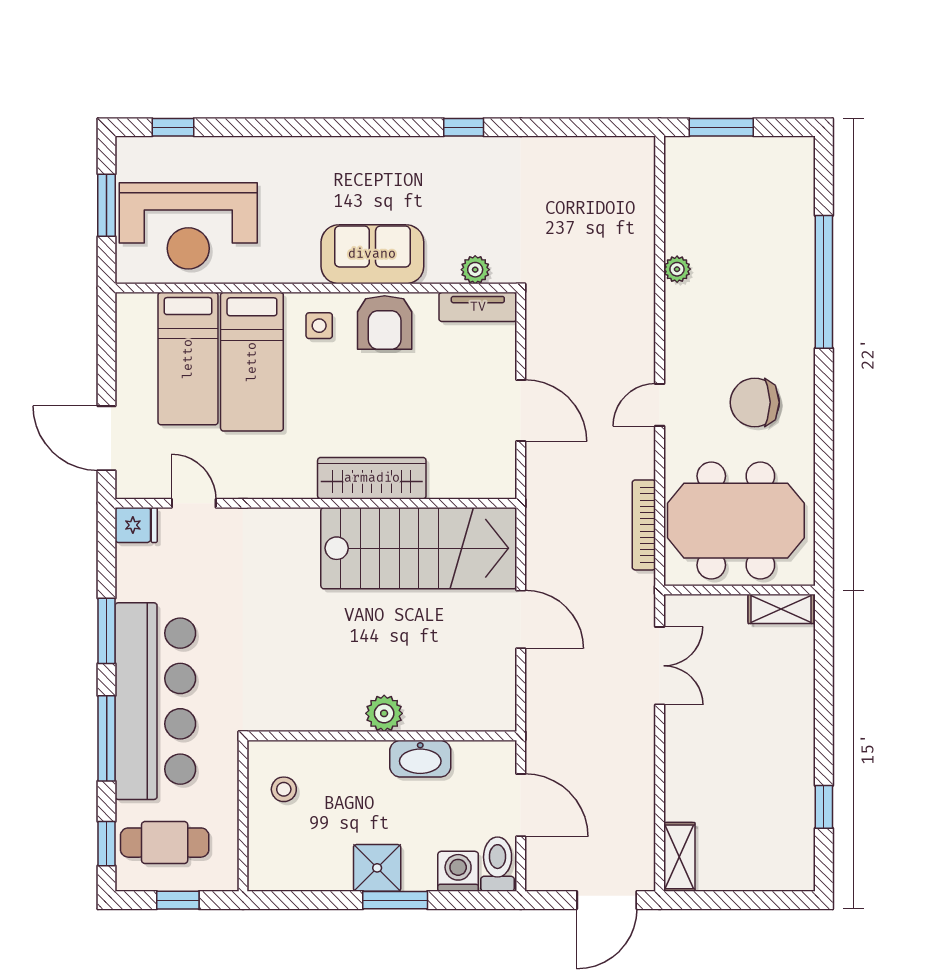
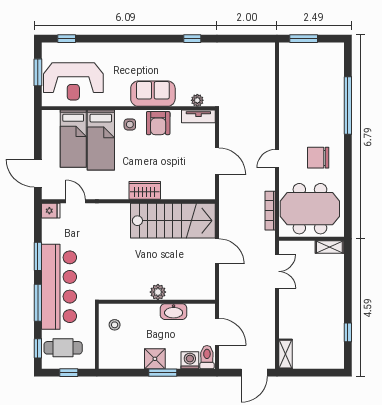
plant: (677, 269) -> (285, 100), removed
wardrobe: (372, 478) -> (145, 190), width x0.67

